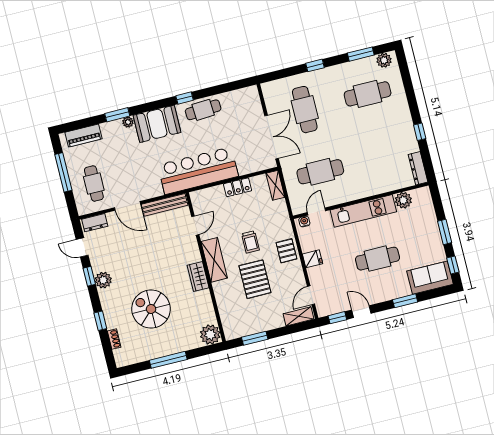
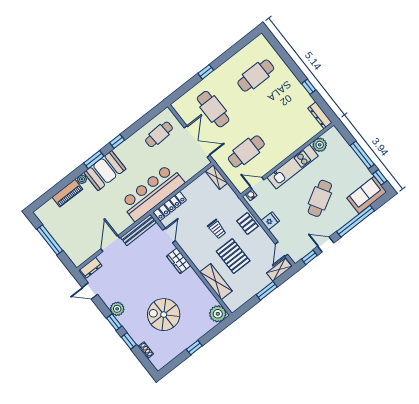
window: (361, 54) -> (237, 47), removed
plant: (384, 60) -> (257, 44), removed
cafe table: (203, 110) -> (159, 134), moved
window: (117, 115) -> (94, 160), moved
piano: (83, 136) -> (67, 193), moved
cafe table: (94, 184) -> (77, 238), removed
locker: (238, 187) -> (170, 206), moved, width x1.53
door: (128, 206) -> (110, 244), swing flipped
door: (316, 212) -> (257, 183), hinge flipped
window: (445, 232) -> (362, 155), width x1.44
cafe table: (377, 259) -> (320, 198), turned -30
shelving: (214, 260) -> (216, 282), moved
window: (89, 276) -> (114, 322), moved
wardrobe: (198, 277) -> (179, 261), moved
window: (405, 301) -> (355, 221), width x2.11
window: (255, 338) -> (267, 291), moved
window: (168, 360) -> (194, 348), width x0.46

